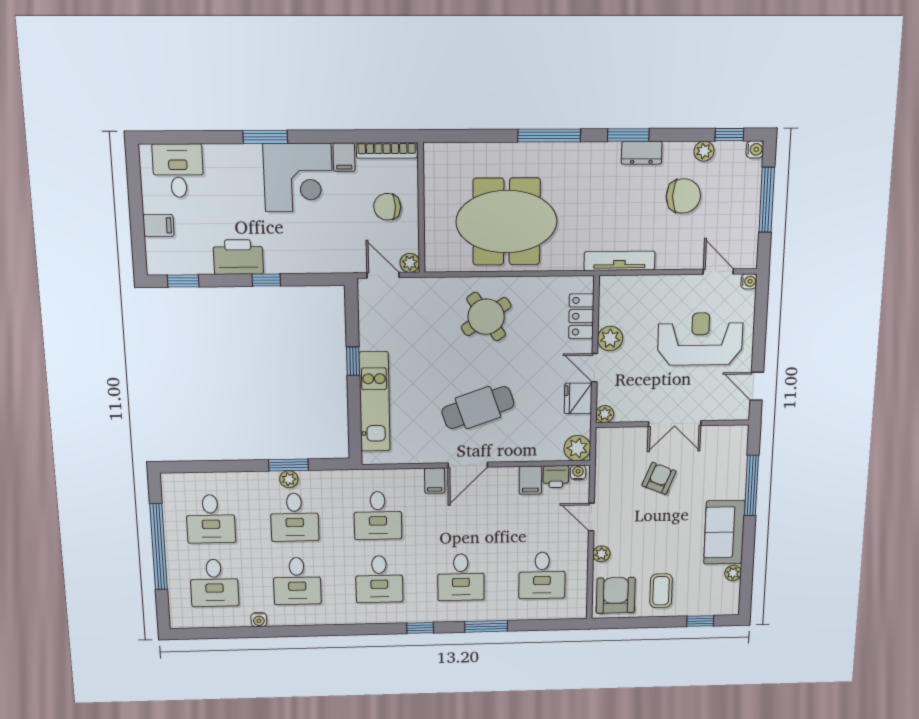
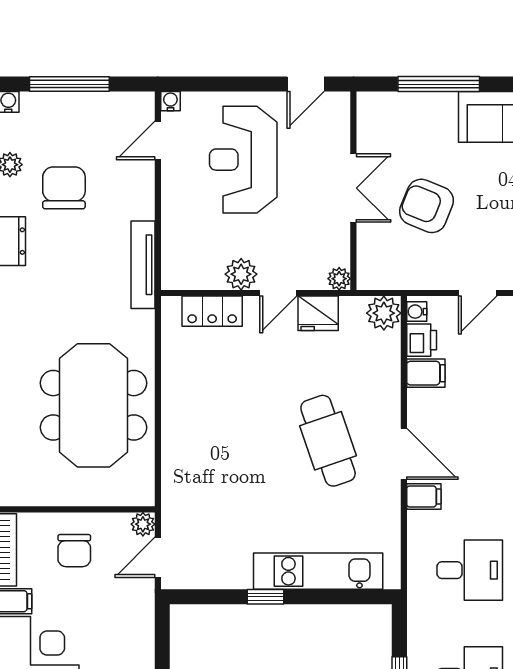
round table: (486, 317) -> (211, 430), removed
armchair: (659, 478) -> (427, 206), width x1.38, depth x1.38

